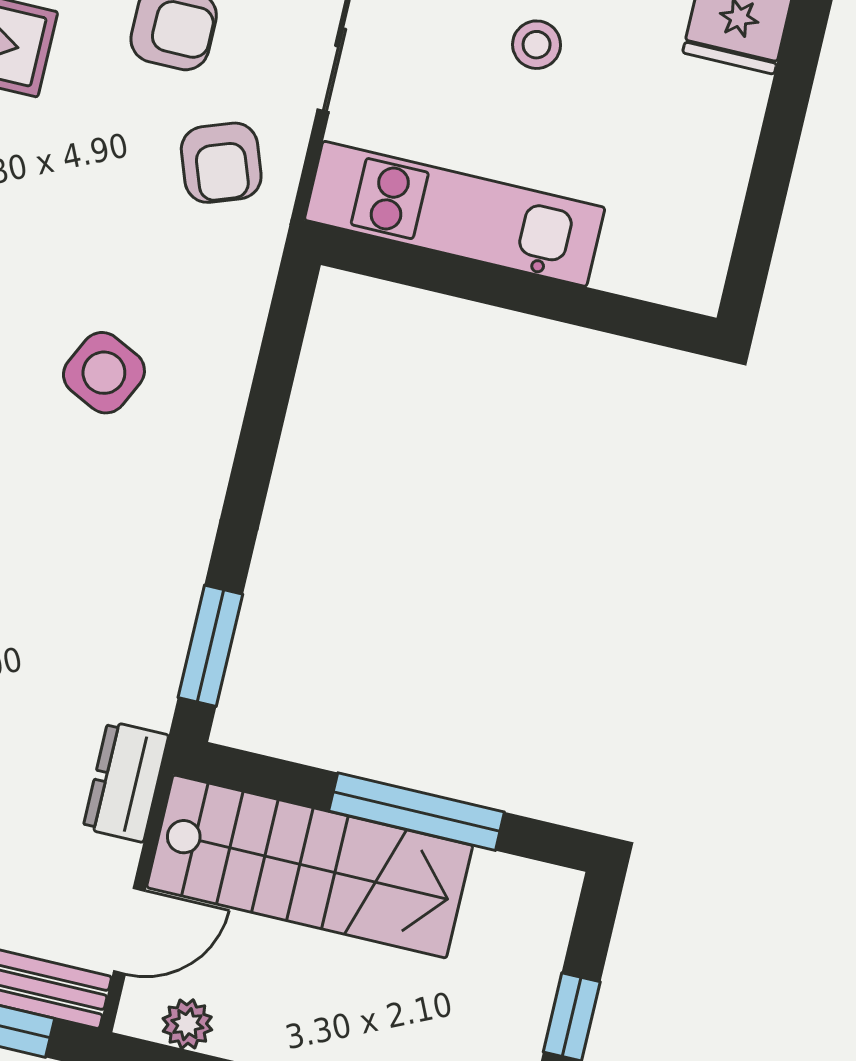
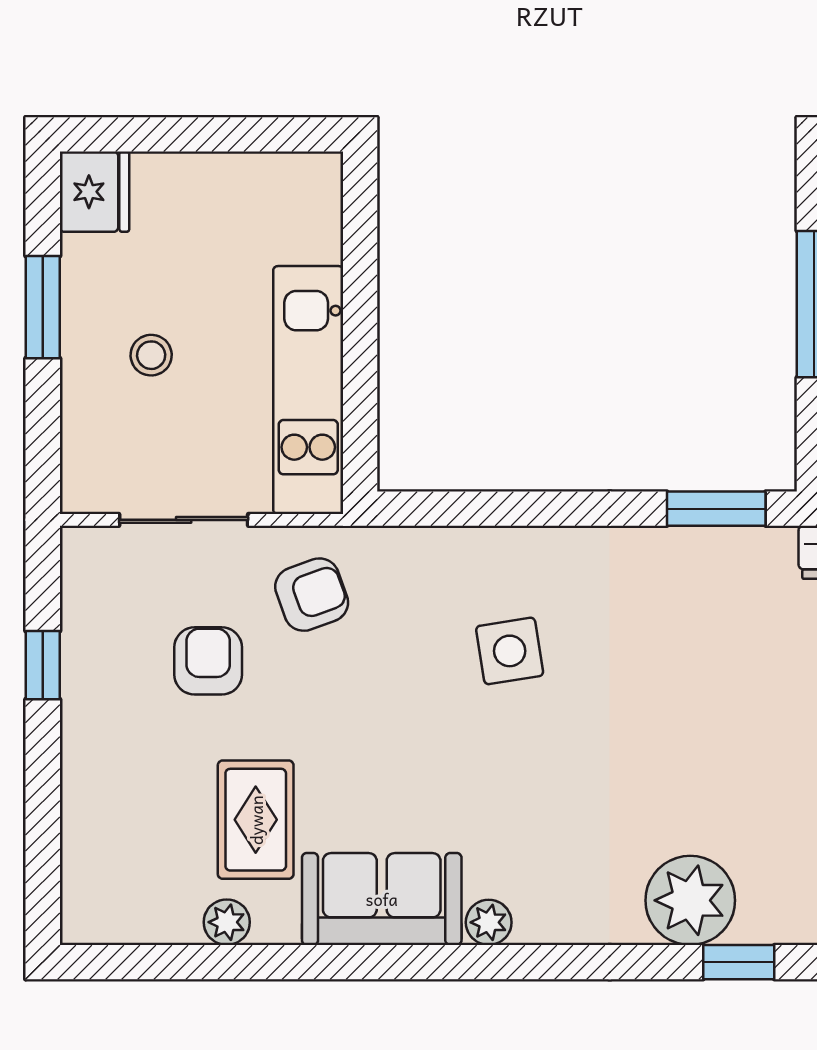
side table: (104, 373) -> (510, 651), turned -35

